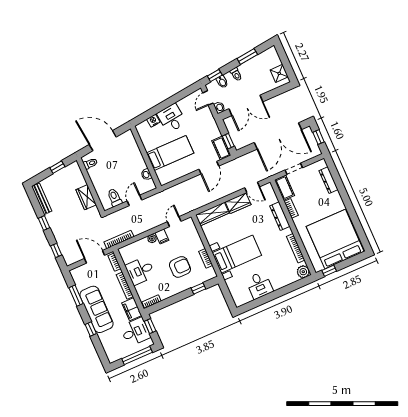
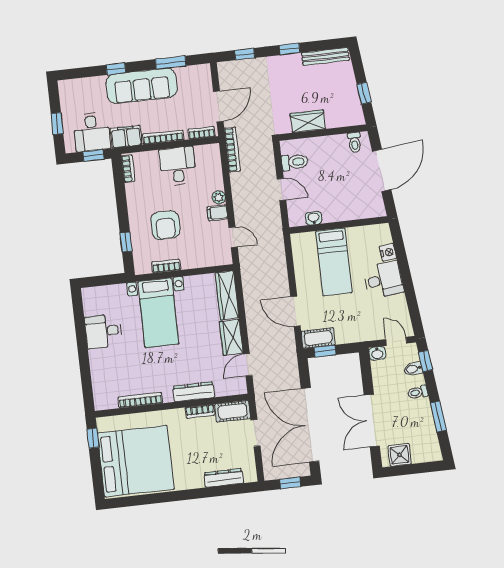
double door: (246, 105) -> (372, 421), moved
plant: (303, 272) -> (103, 401), removed
window: (137, 355) -> (57, 124), width x0.46

